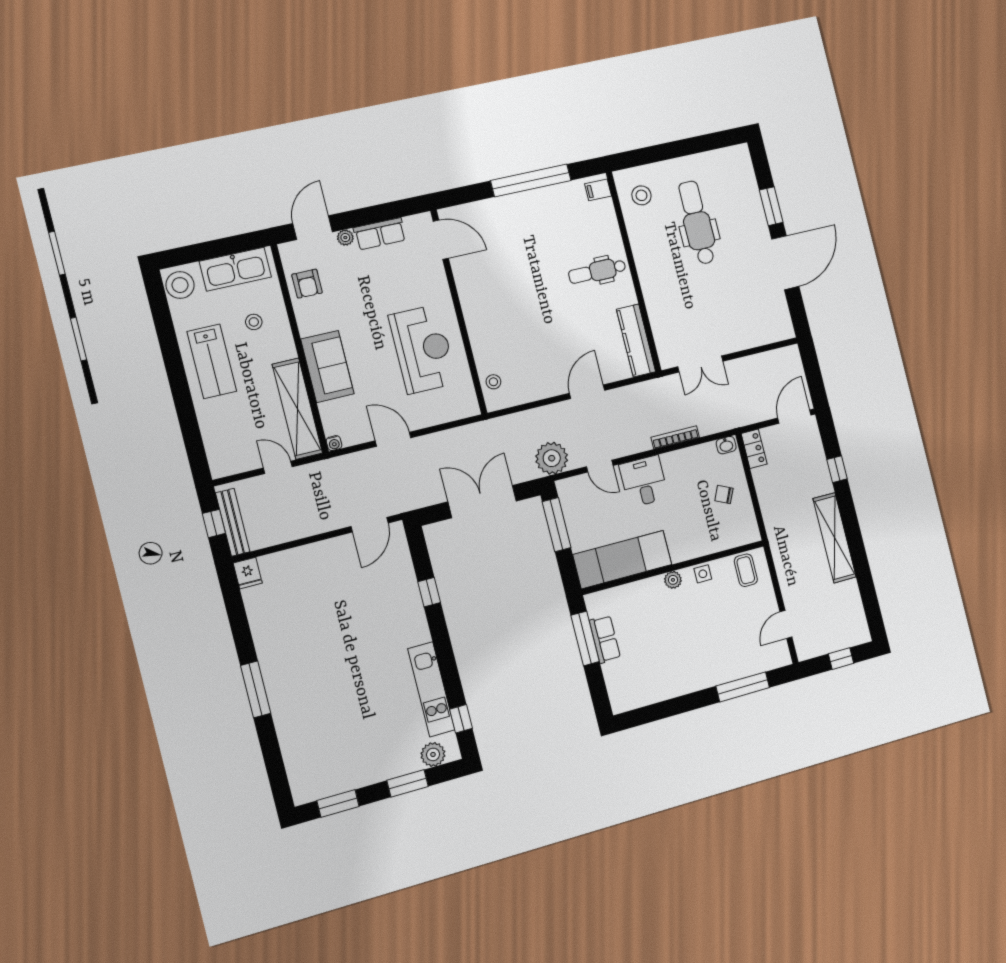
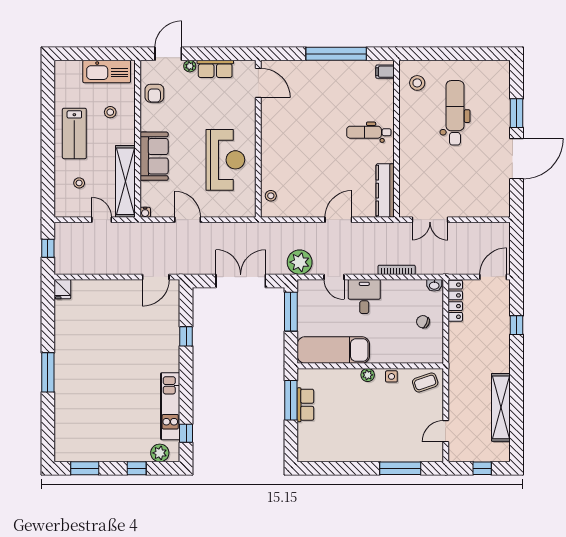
stool: (180, 285) -> (79, 183), moved, width x0.53, depth x0.53
locker: (754, 449) -> (455, 301), width x1.53
bench: (233, 522) -> (61, 251), removed
shelving: (835, 538) -> (501, 407), moved
coffee table: (746, 570) -> (425, 382), turned 71
window: (408, 783) -> (137, 468), width x0.67

